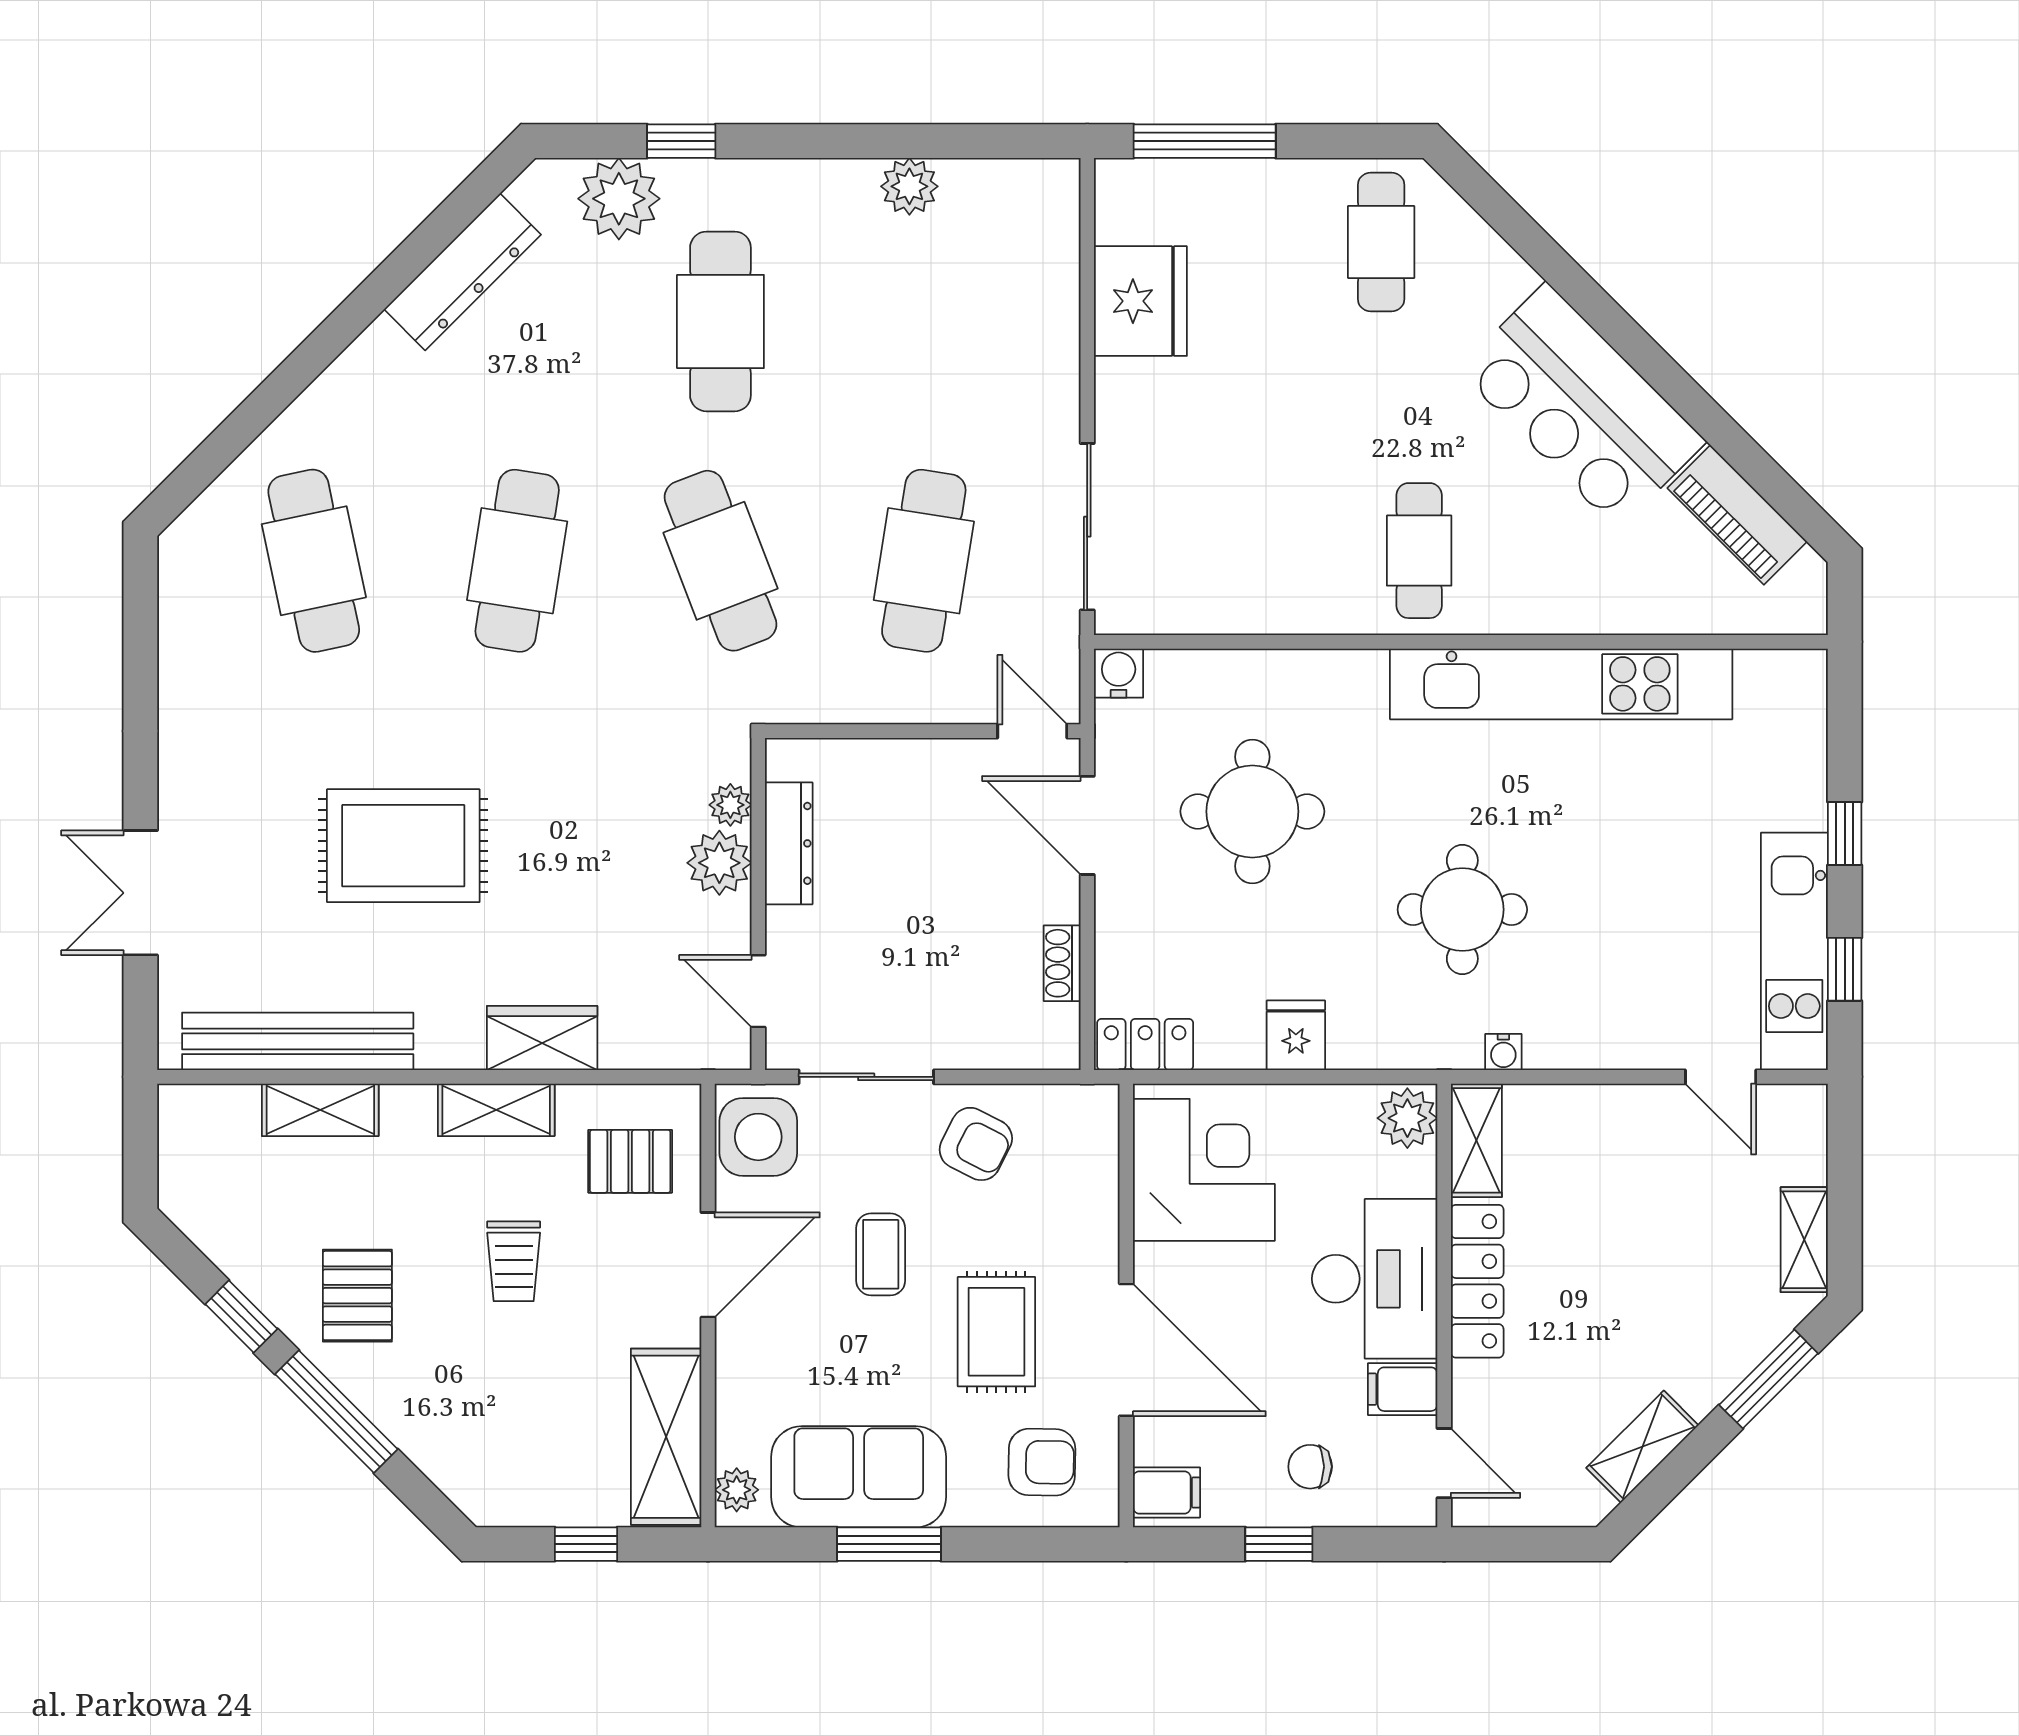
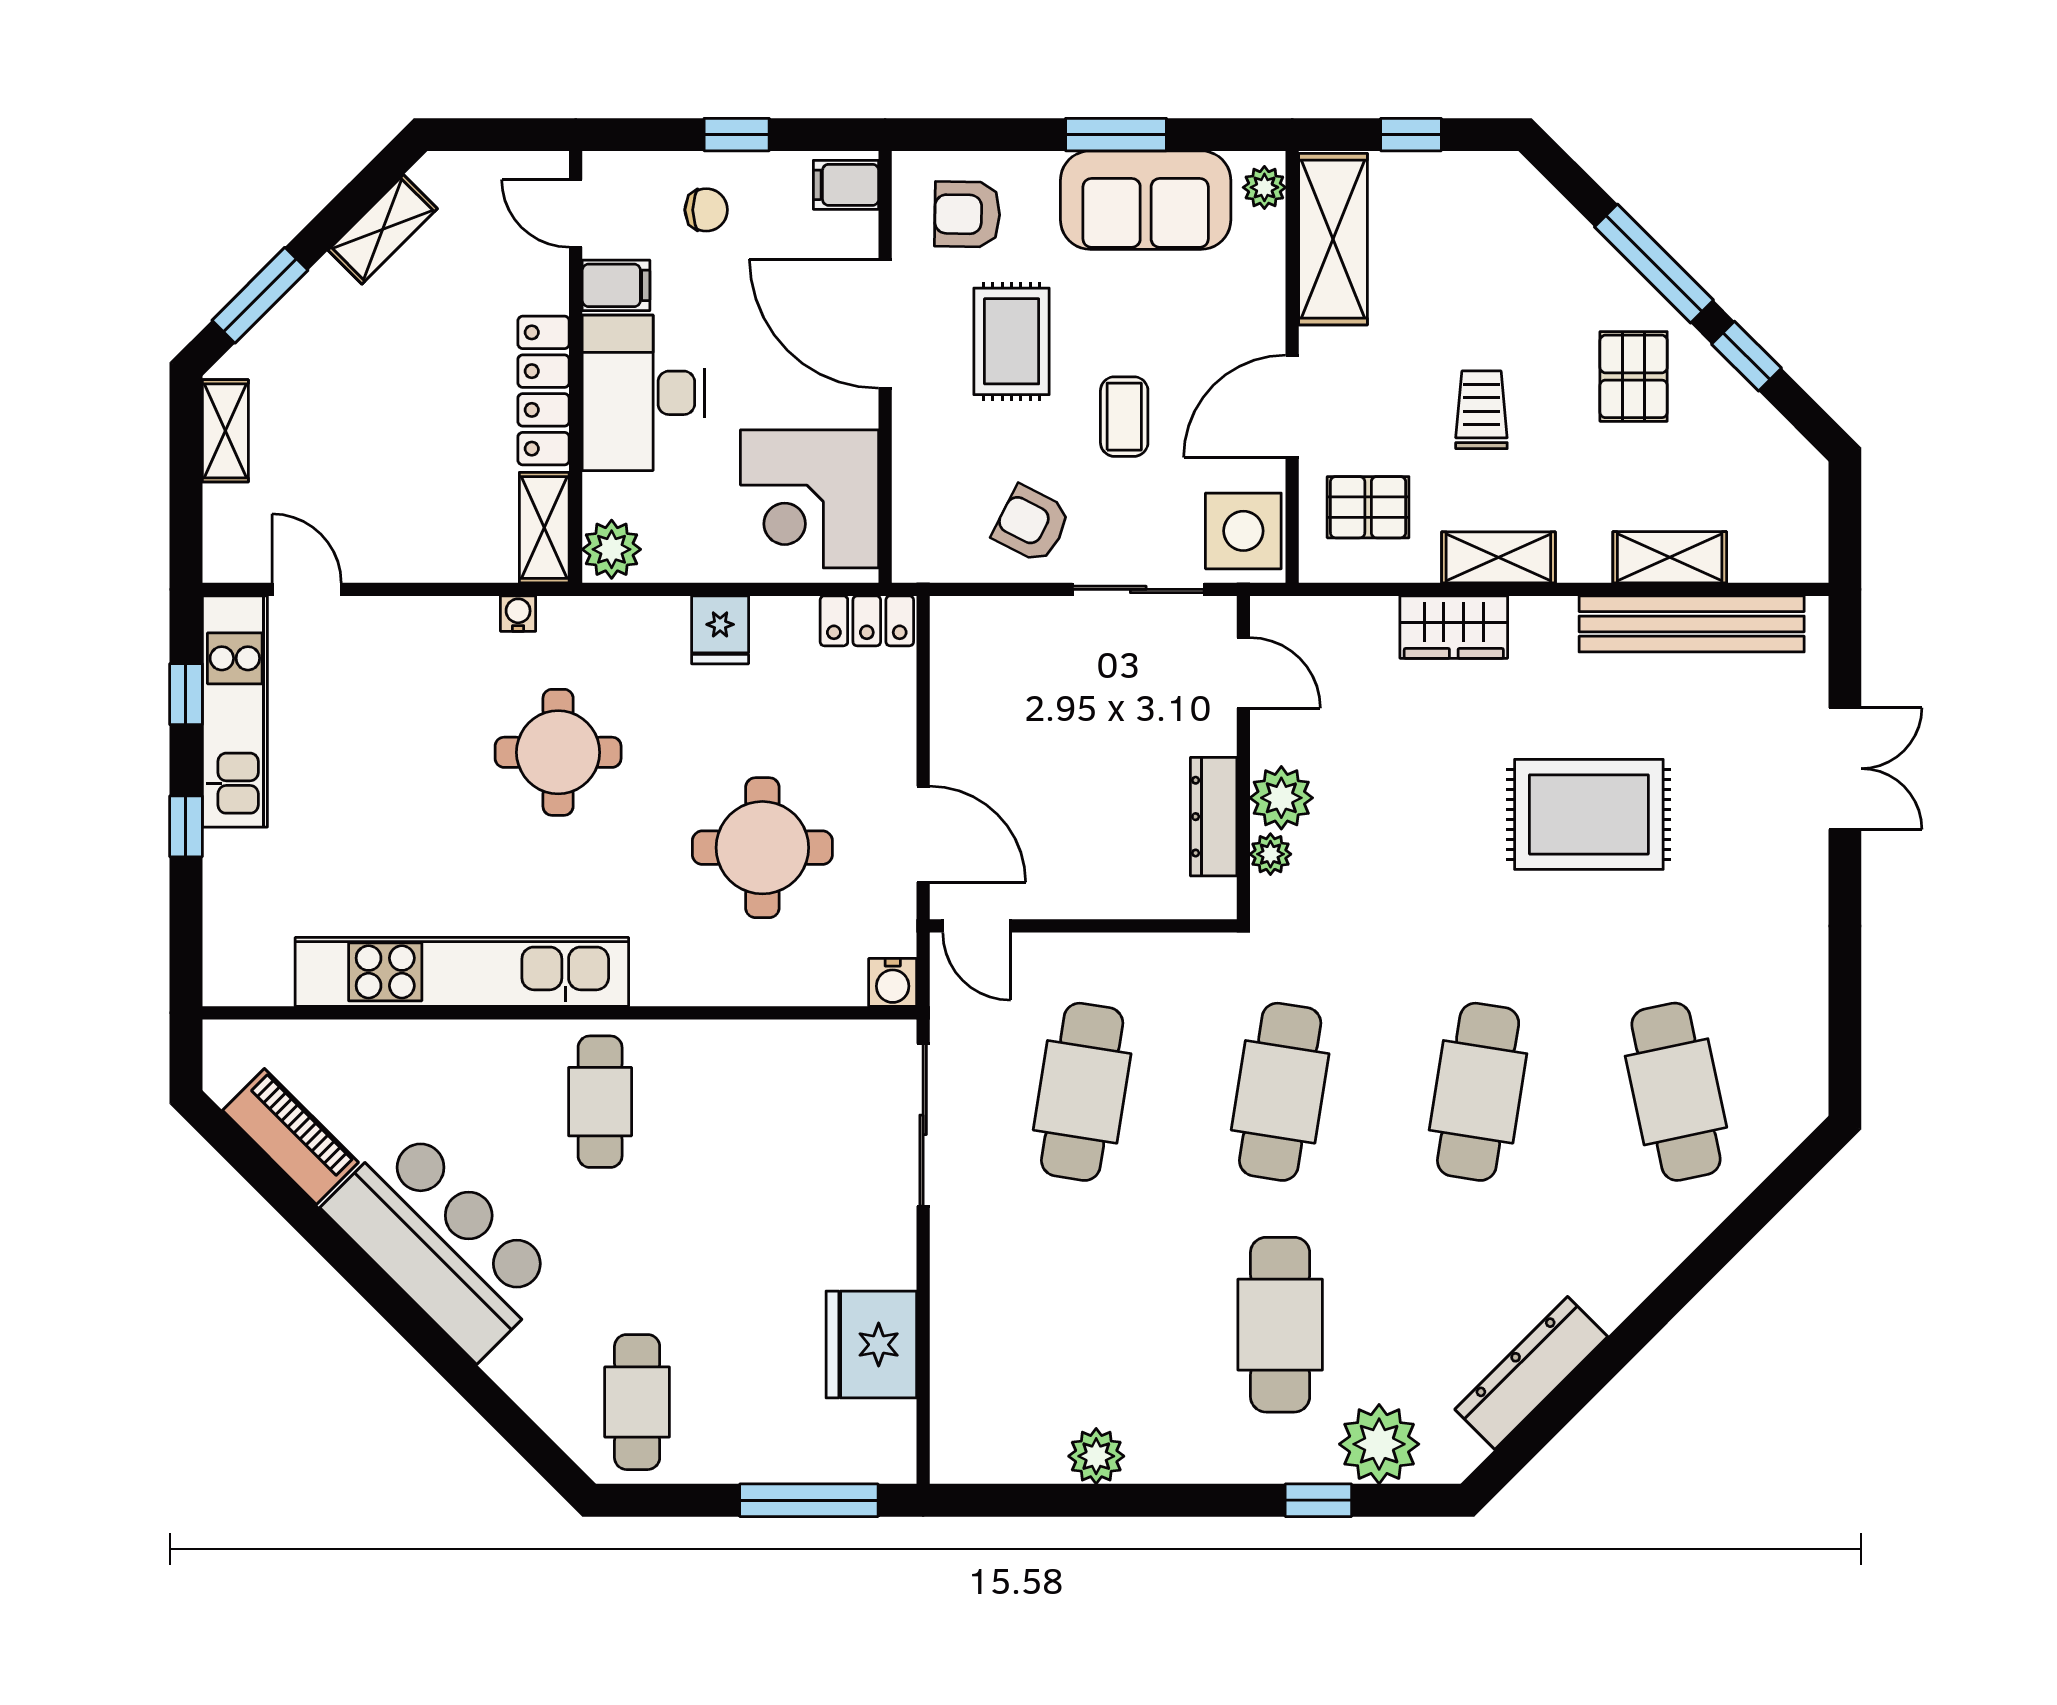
cafe table: (720, 561) -> (1280, 1092), turned 30
shoe rack: (1062, 963) -> (948, 700), removed

